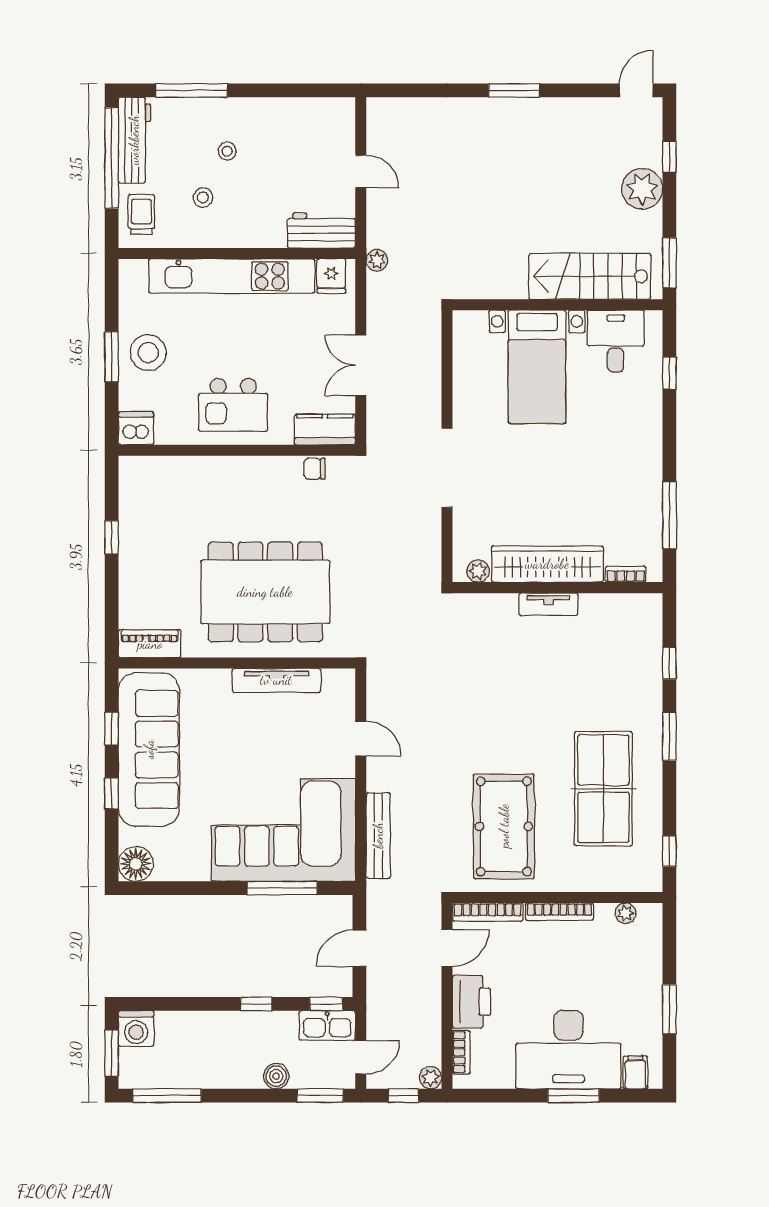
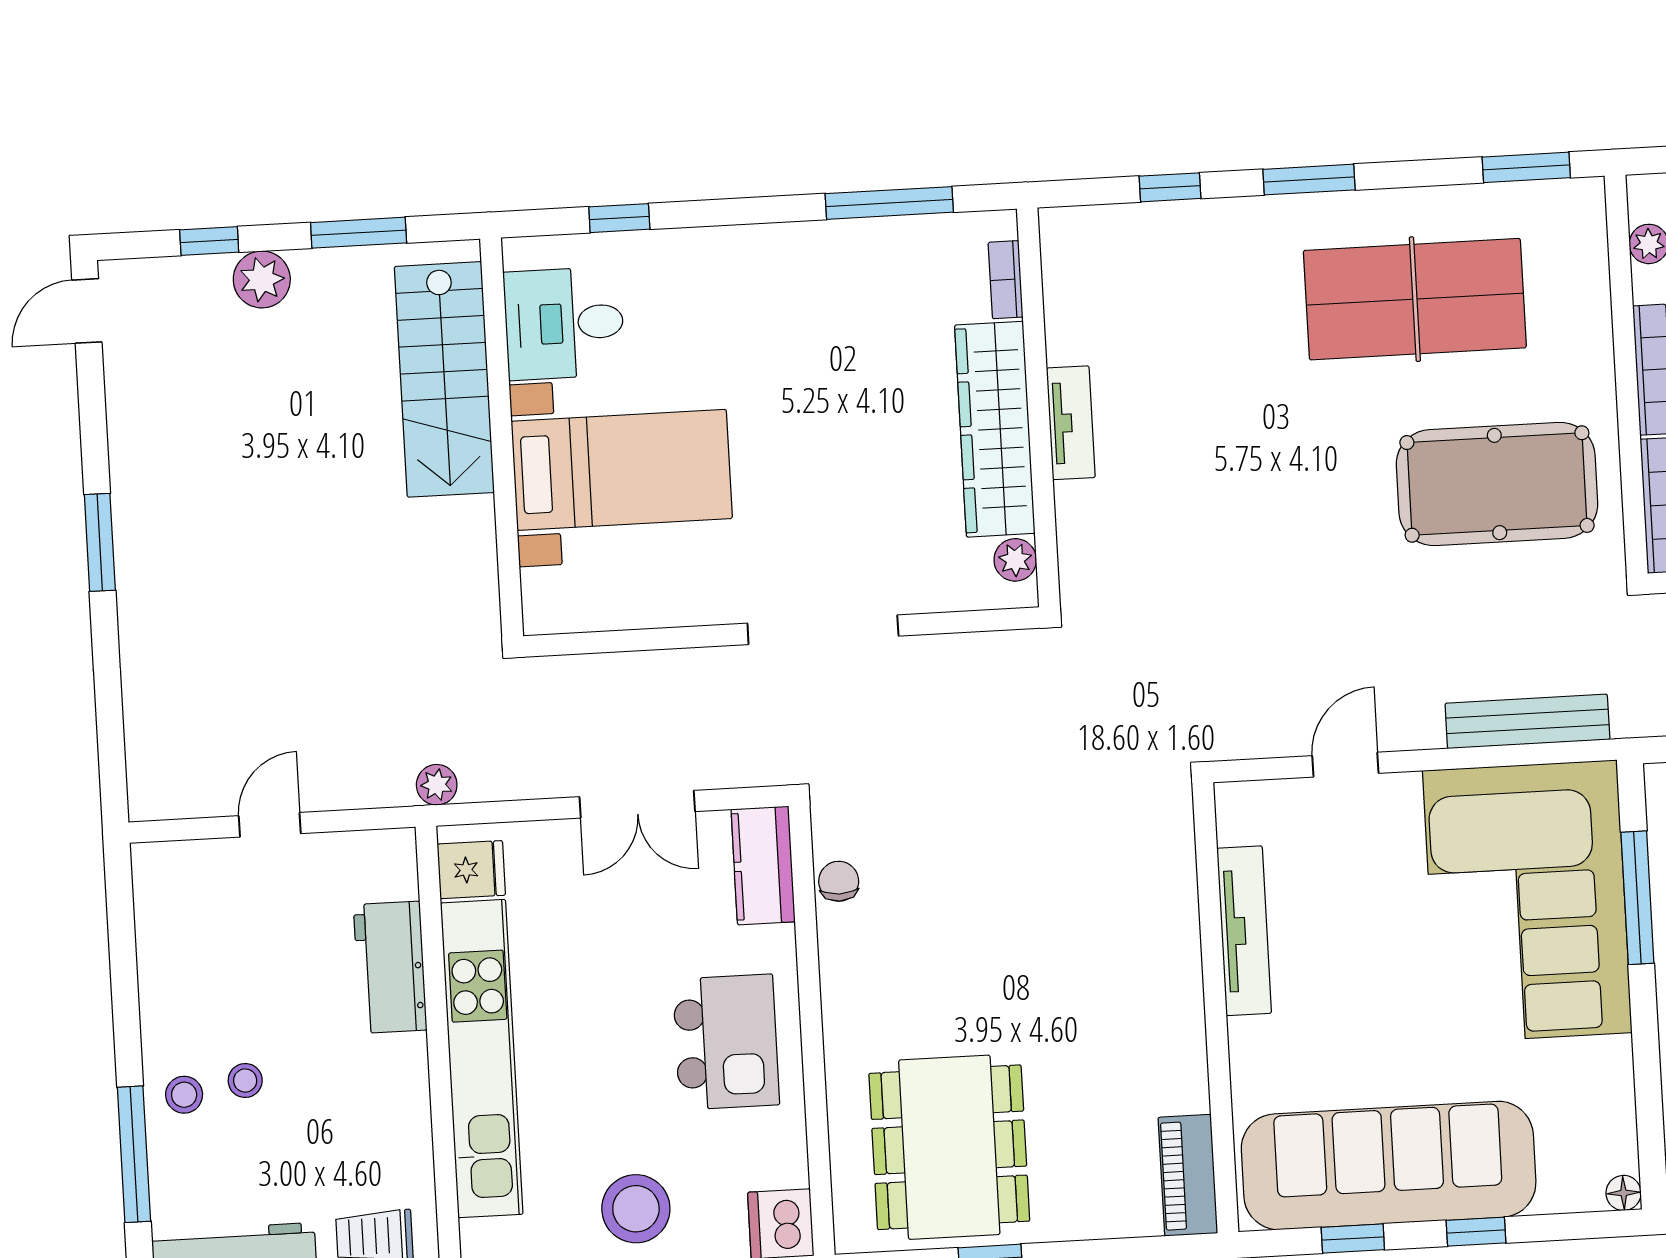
door: (636, 90) -> (87, 311), hinge flipped
plant: (642, 189) -> (262, 279), width x0.73, depth x0.73
stool: (203, 197) -> (184, 1095), moved
workbench: (321, 231) -> (390, 967), moved
window: (669, 263) -> (359, 233), moved
chair: (314, 469) -> (839, 881), turned 180
dining table: (265, 592) -> (949, 1147), moved, width x0.73, depth x0.80
window: (669, 851) -> (1526, 167), width x1.50
floor lamp: (136, 864) -> (1624, 1193), width x0.53, depth x0.53

